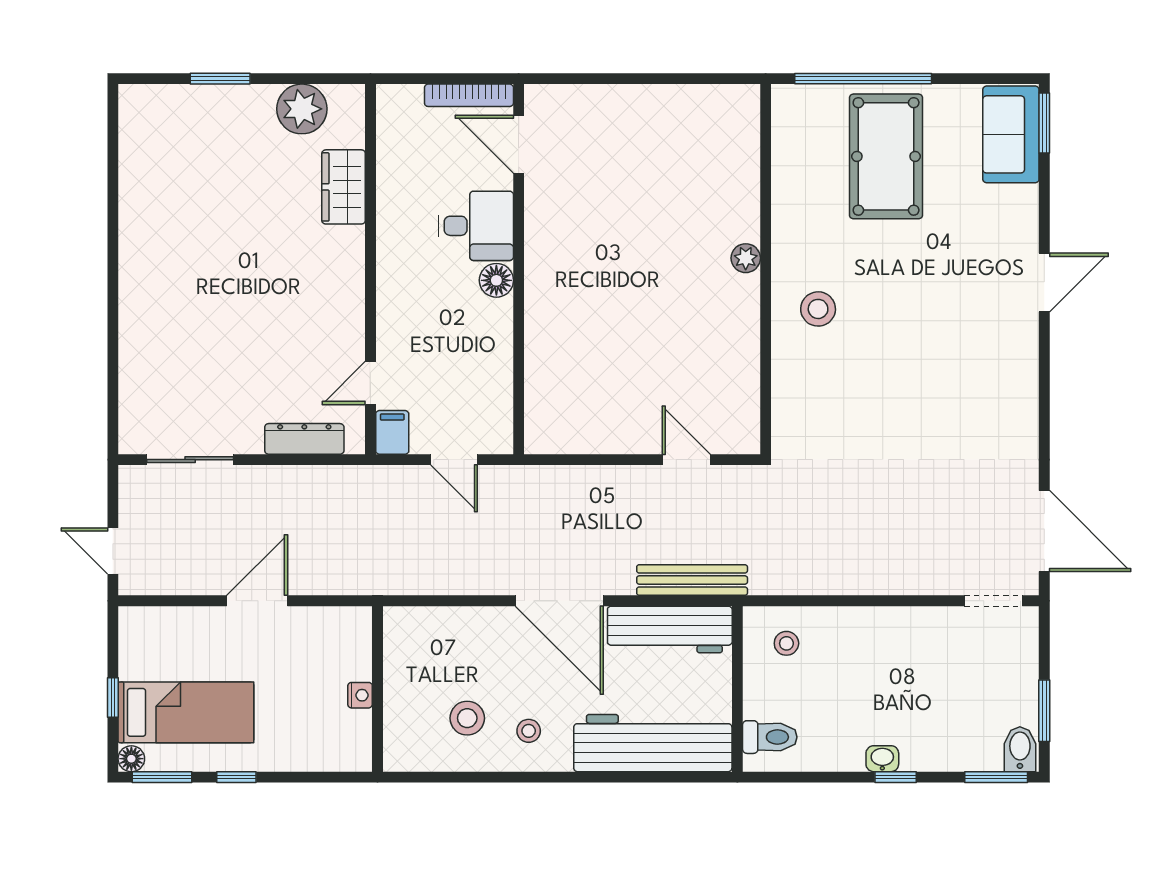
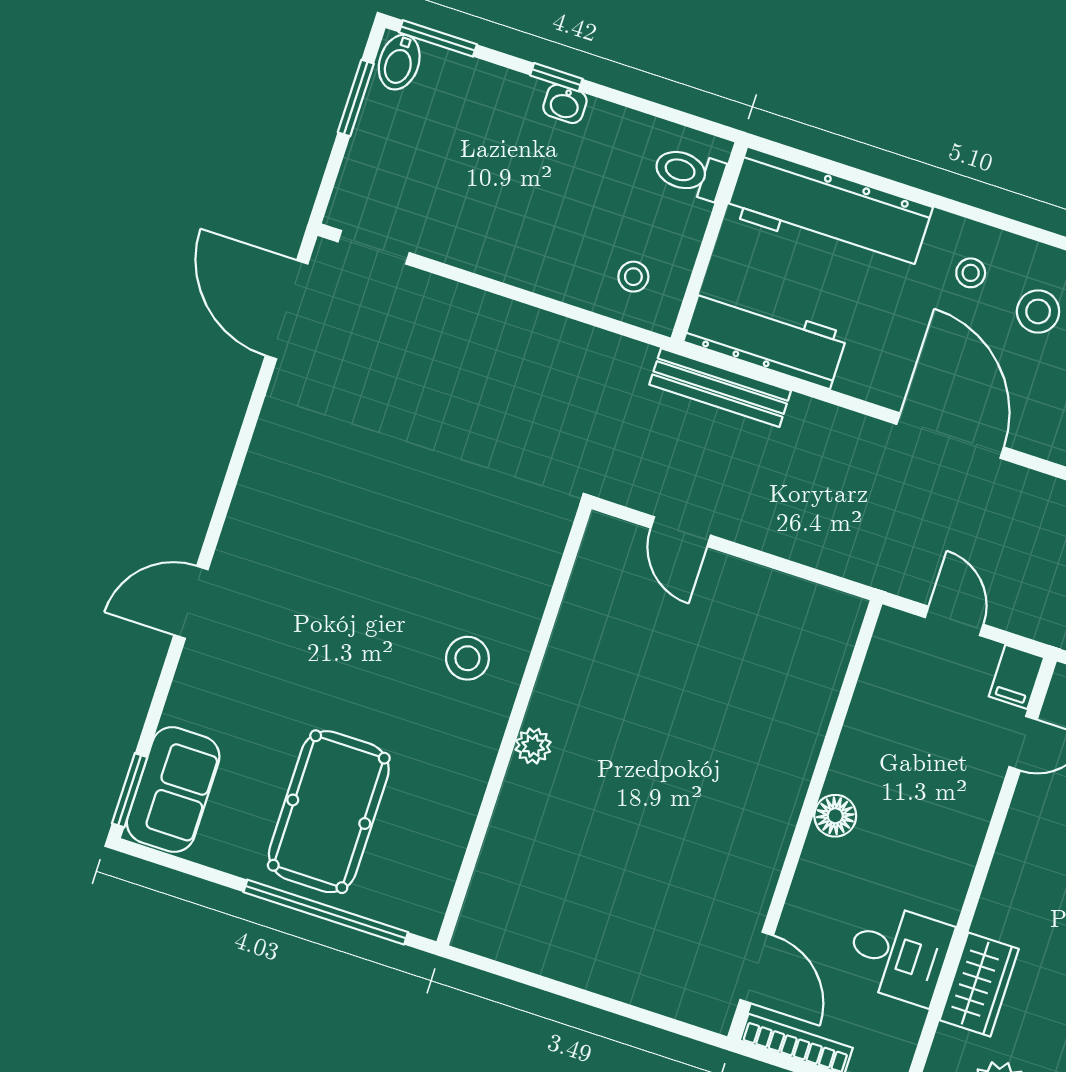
desk: (476, 226) -> (899, 954), moved, turned 180
door: (559, 601) -> (950, 436), moved

